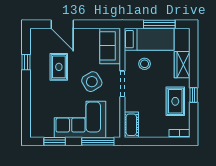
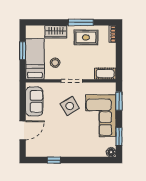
window: (159, 24) -> (23, 51), width x0.69
sofa: (110, 46) -> (34, 101), moved, turned -90
rug: (59, 67) -> (58, 133), removed
window: (194, 95) -> (81, 22), width x2.17
floor lamp: (36, 132) -> (111, 152), added
window: (98, 141) -> (119, 101), width x0.69

